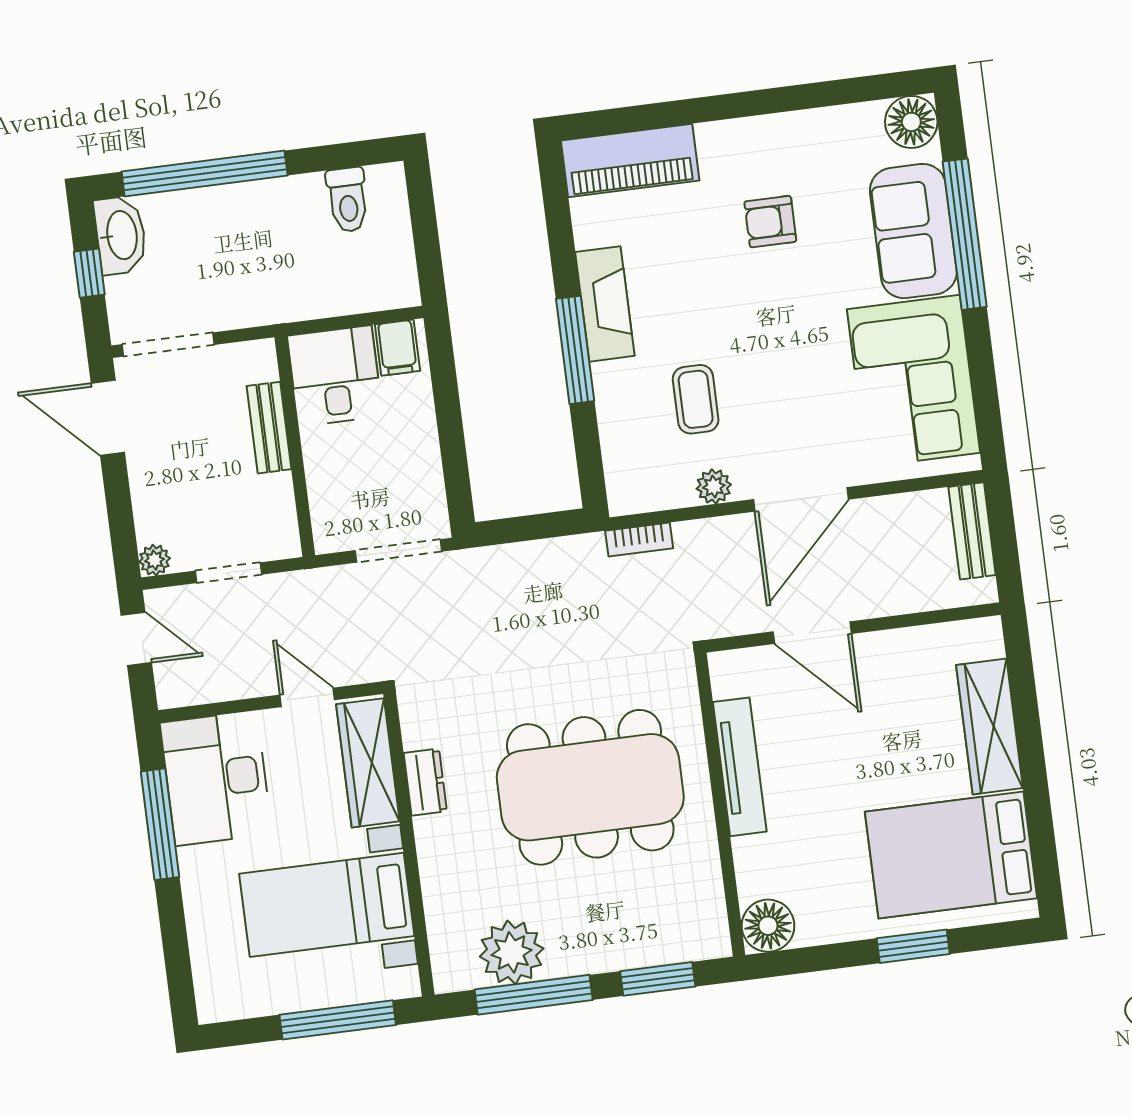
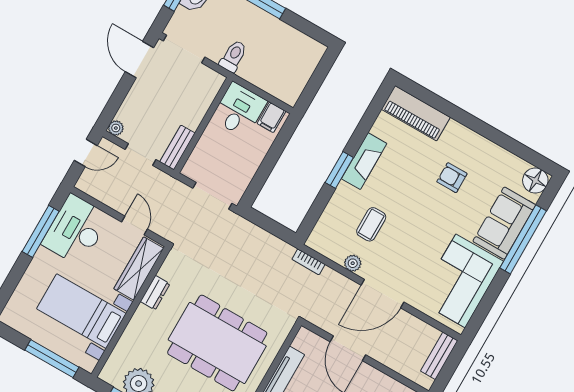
toilet: (348, 200) -> (233, 56), moved, turned 180
window: (575, 350) -> (339, 170), width x0.69
bench: (269, 428) -> (177, 147), moved
door: (136, 639) -> (86, 153), hinge flipped

